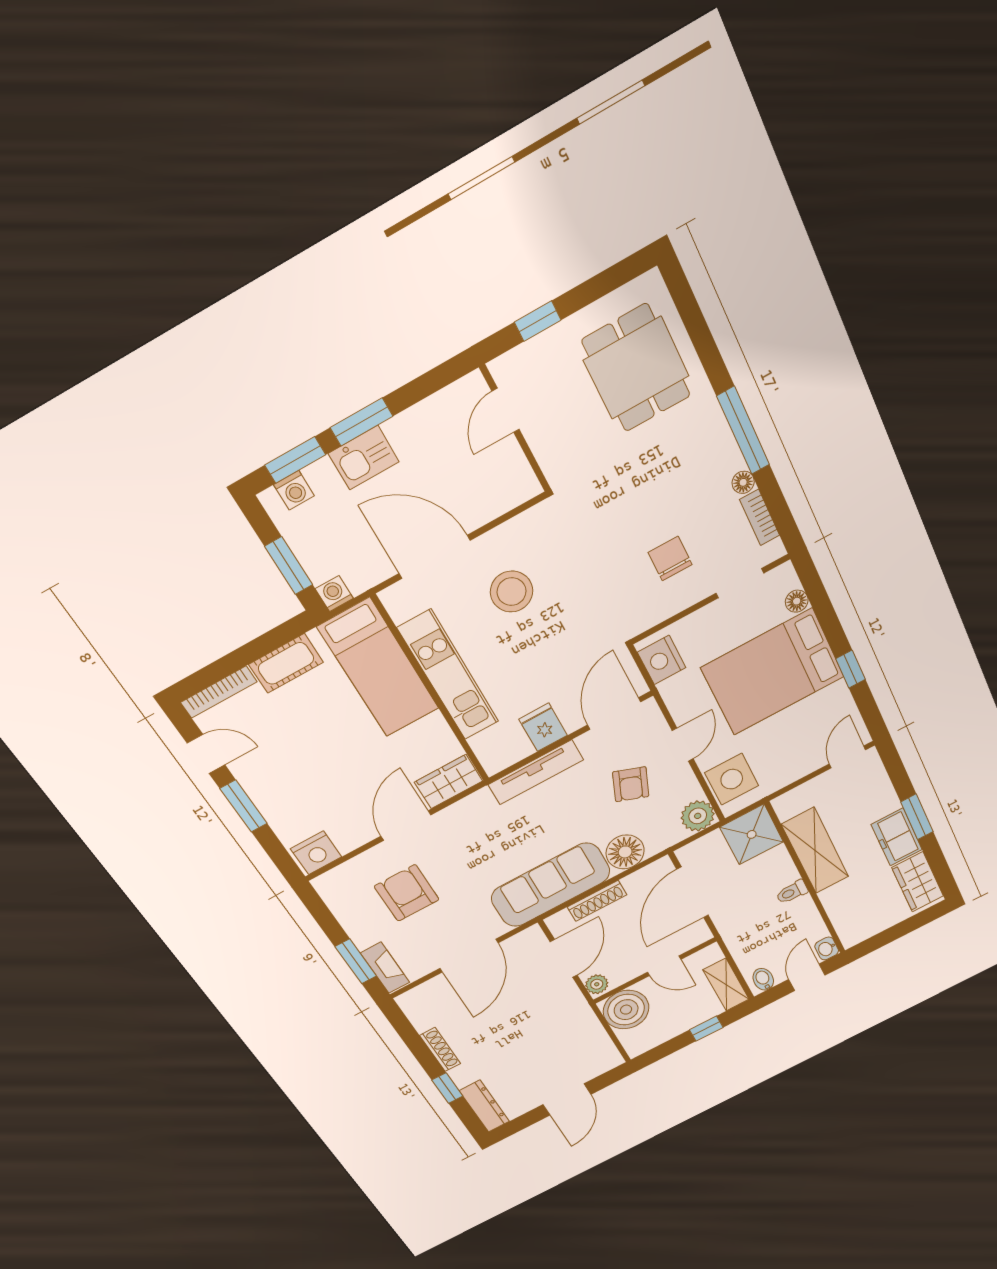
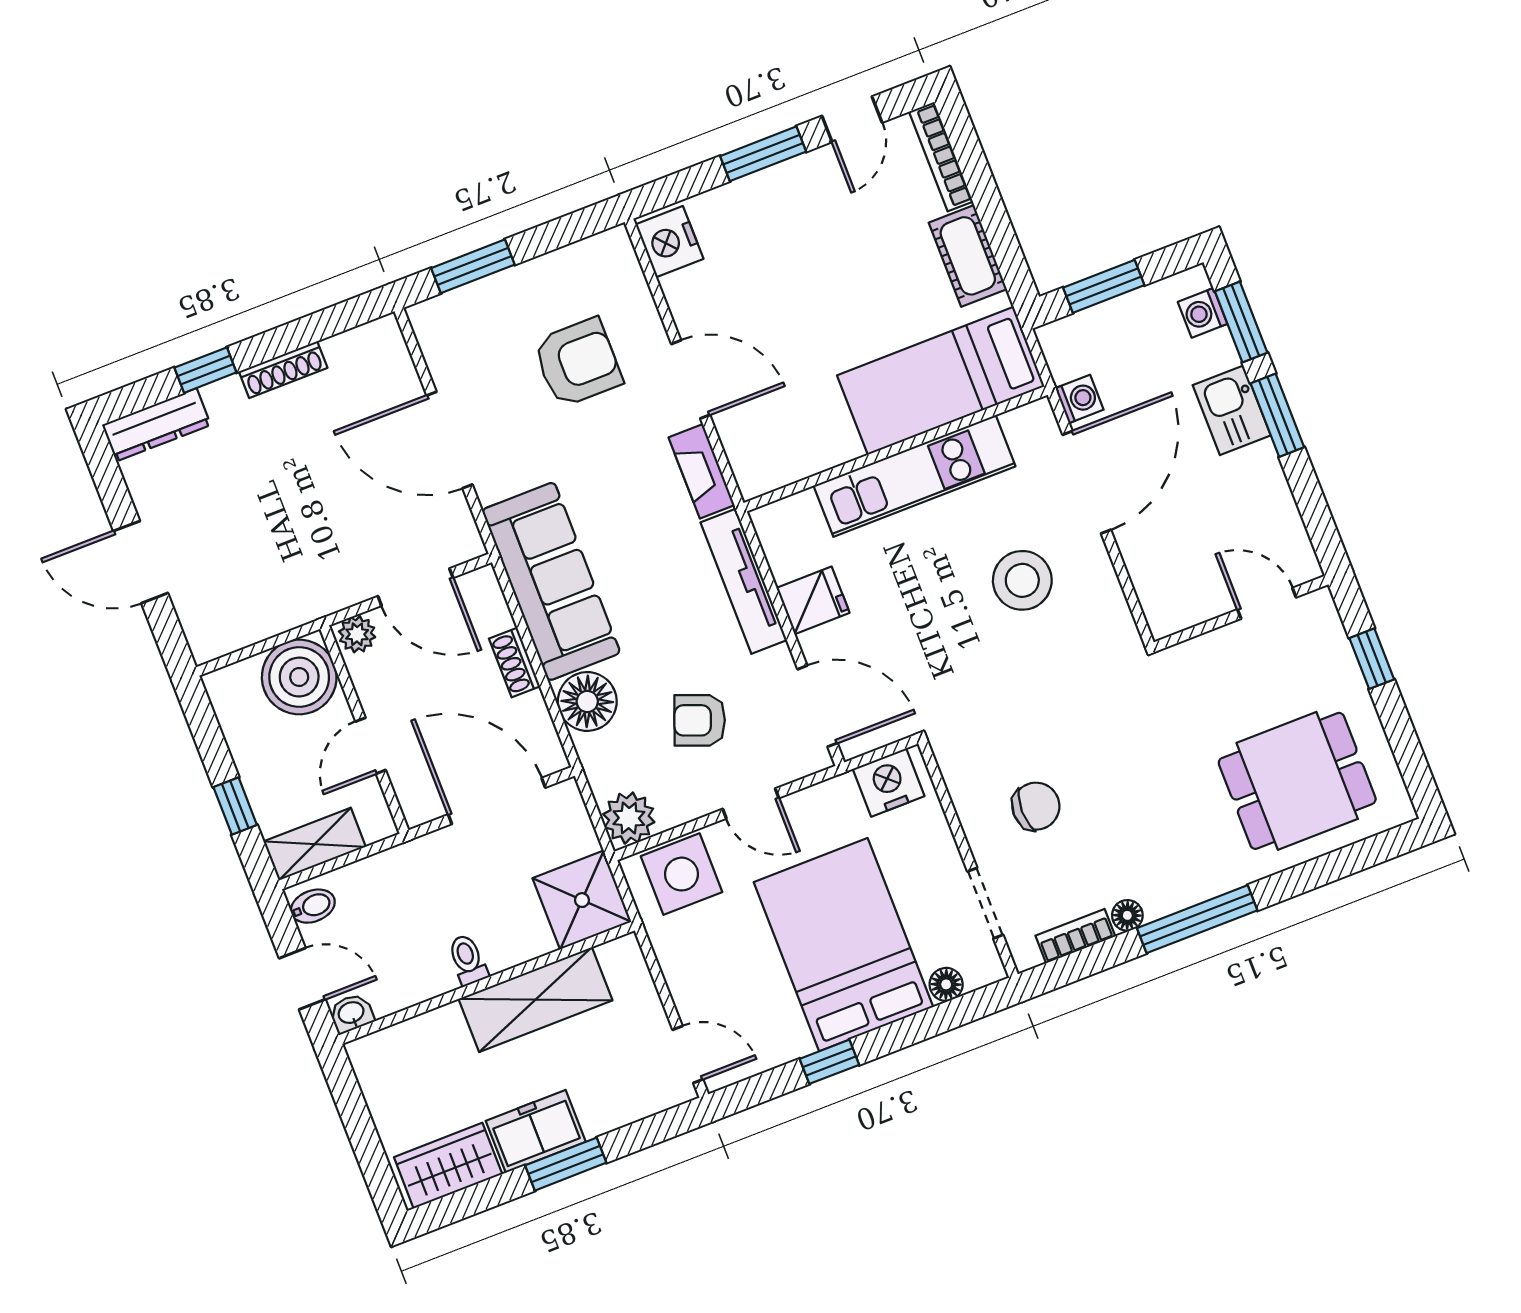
washing machine: (334, 594) -> (1079, 399), moved
wardrobe: (449, 782) -> (751, 452), removed
shoe rack: (597, 901) -> (514, 662), width x0.70
fireplace: (385, 968) -> (702, 471), moved, turned 90

